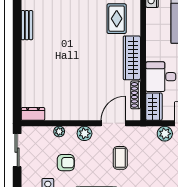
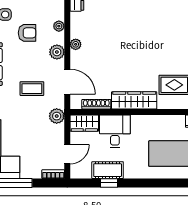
plant: (77, 115) -> (76, 44), added
plant: (165, 134) -> (57, 116), moved
armchair: (66, 163) -> (27, 33), turned -90

